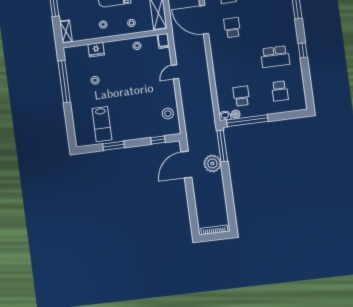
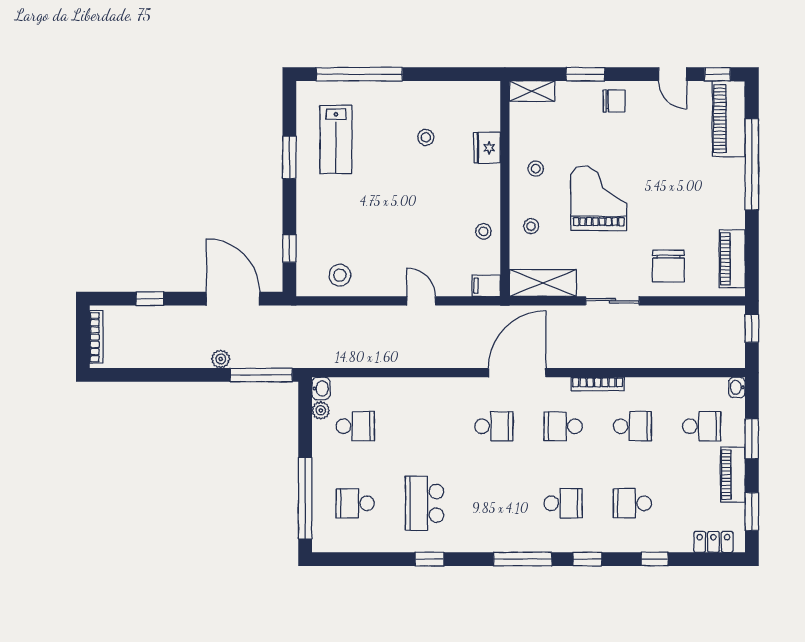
window: (64, 82) -> (359, 74), moved
window: (247, 121) -> (305, 498), moved
lab bench: (102, 124) -> (336, 140), turned -90
plant: (212, 163) -> (221, 359), width x0.53, depth x0.53
window: (192, 206) -> (150, 299), added

